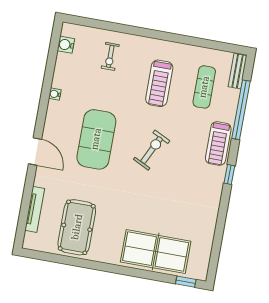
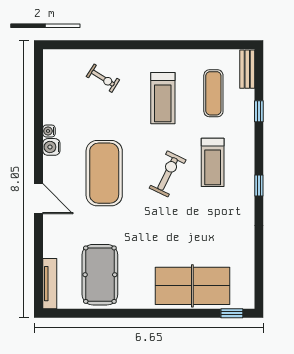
water cooler: (66, 45) -> (51, 147), moved
exercise bike: (110, 56) -> (103, 78), turned -58
window: (241, 110) -> (259, 111), width x0.32
treadmill: (218, 144) -> (213, 162), moved
tv unit: (35, 209) -> (50, 284), moved

